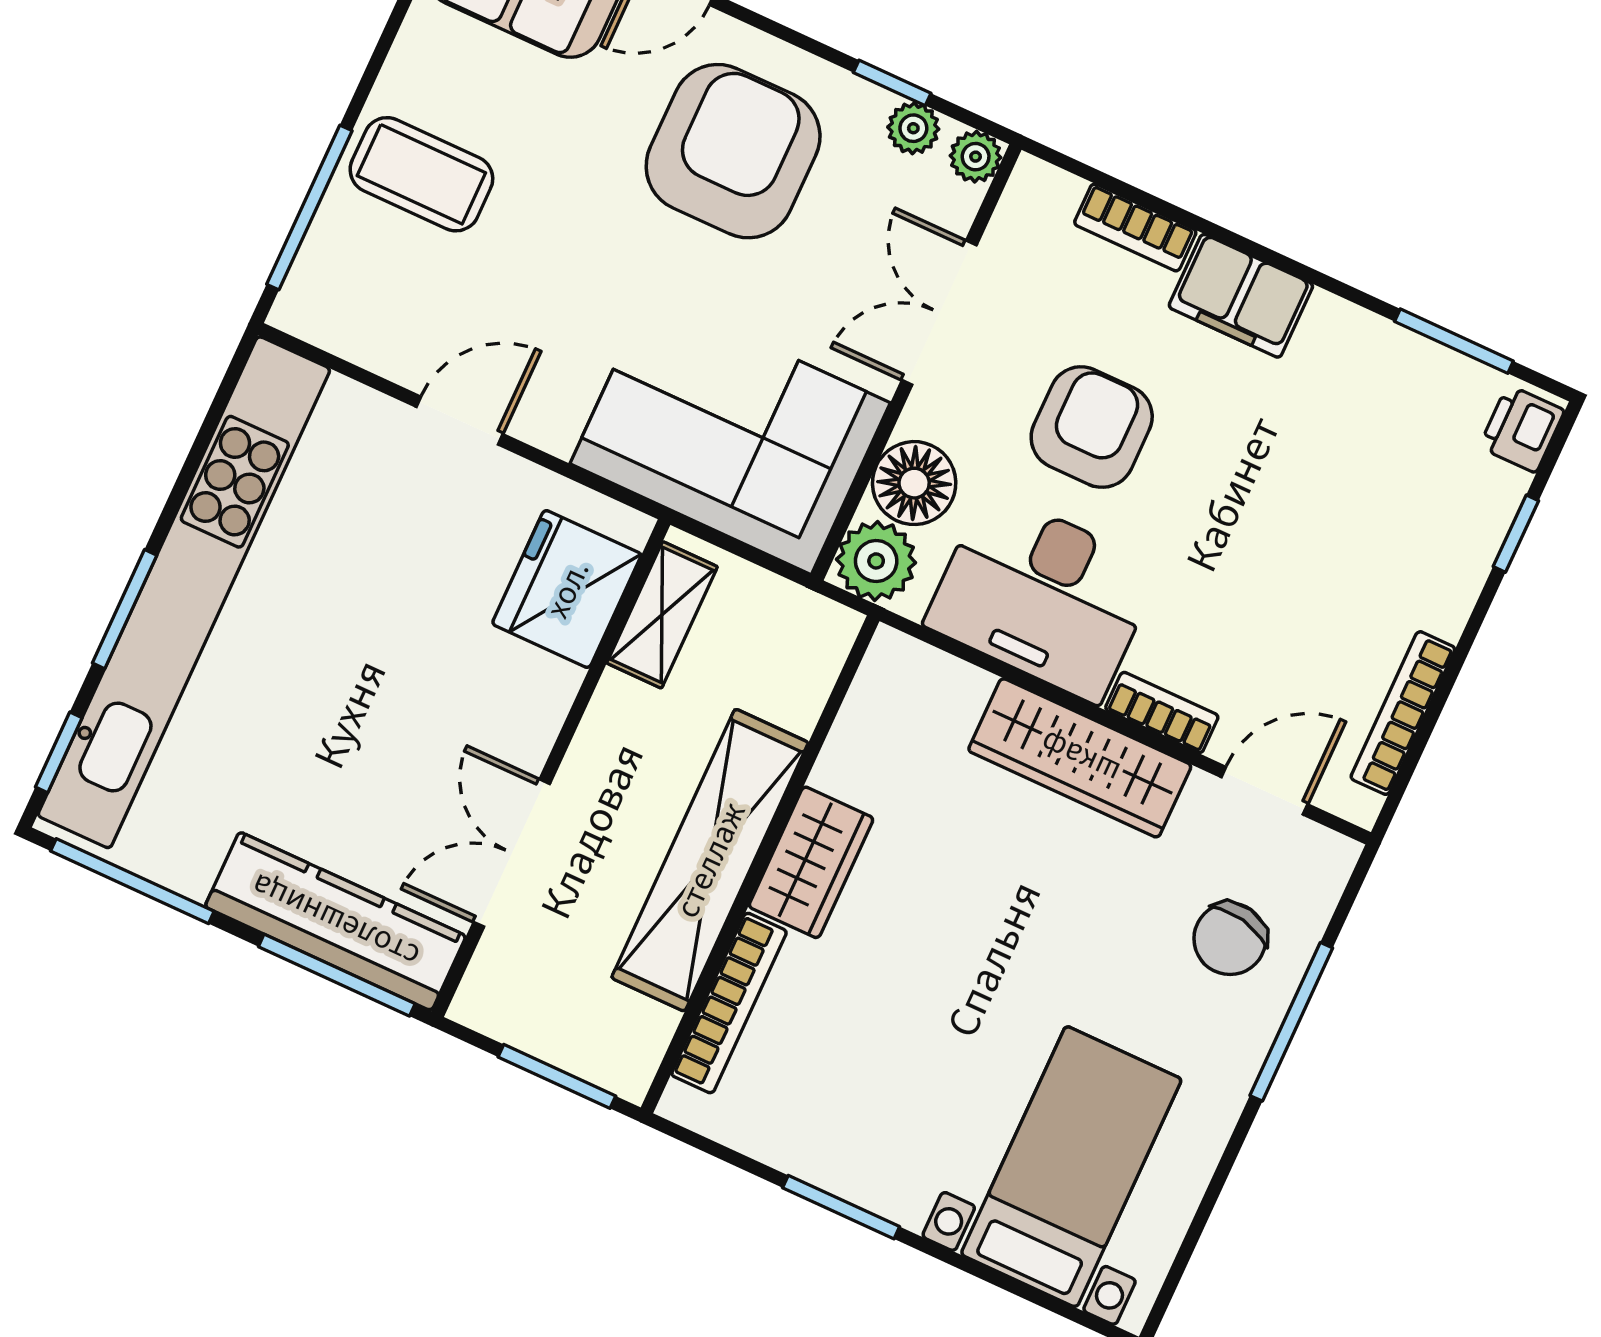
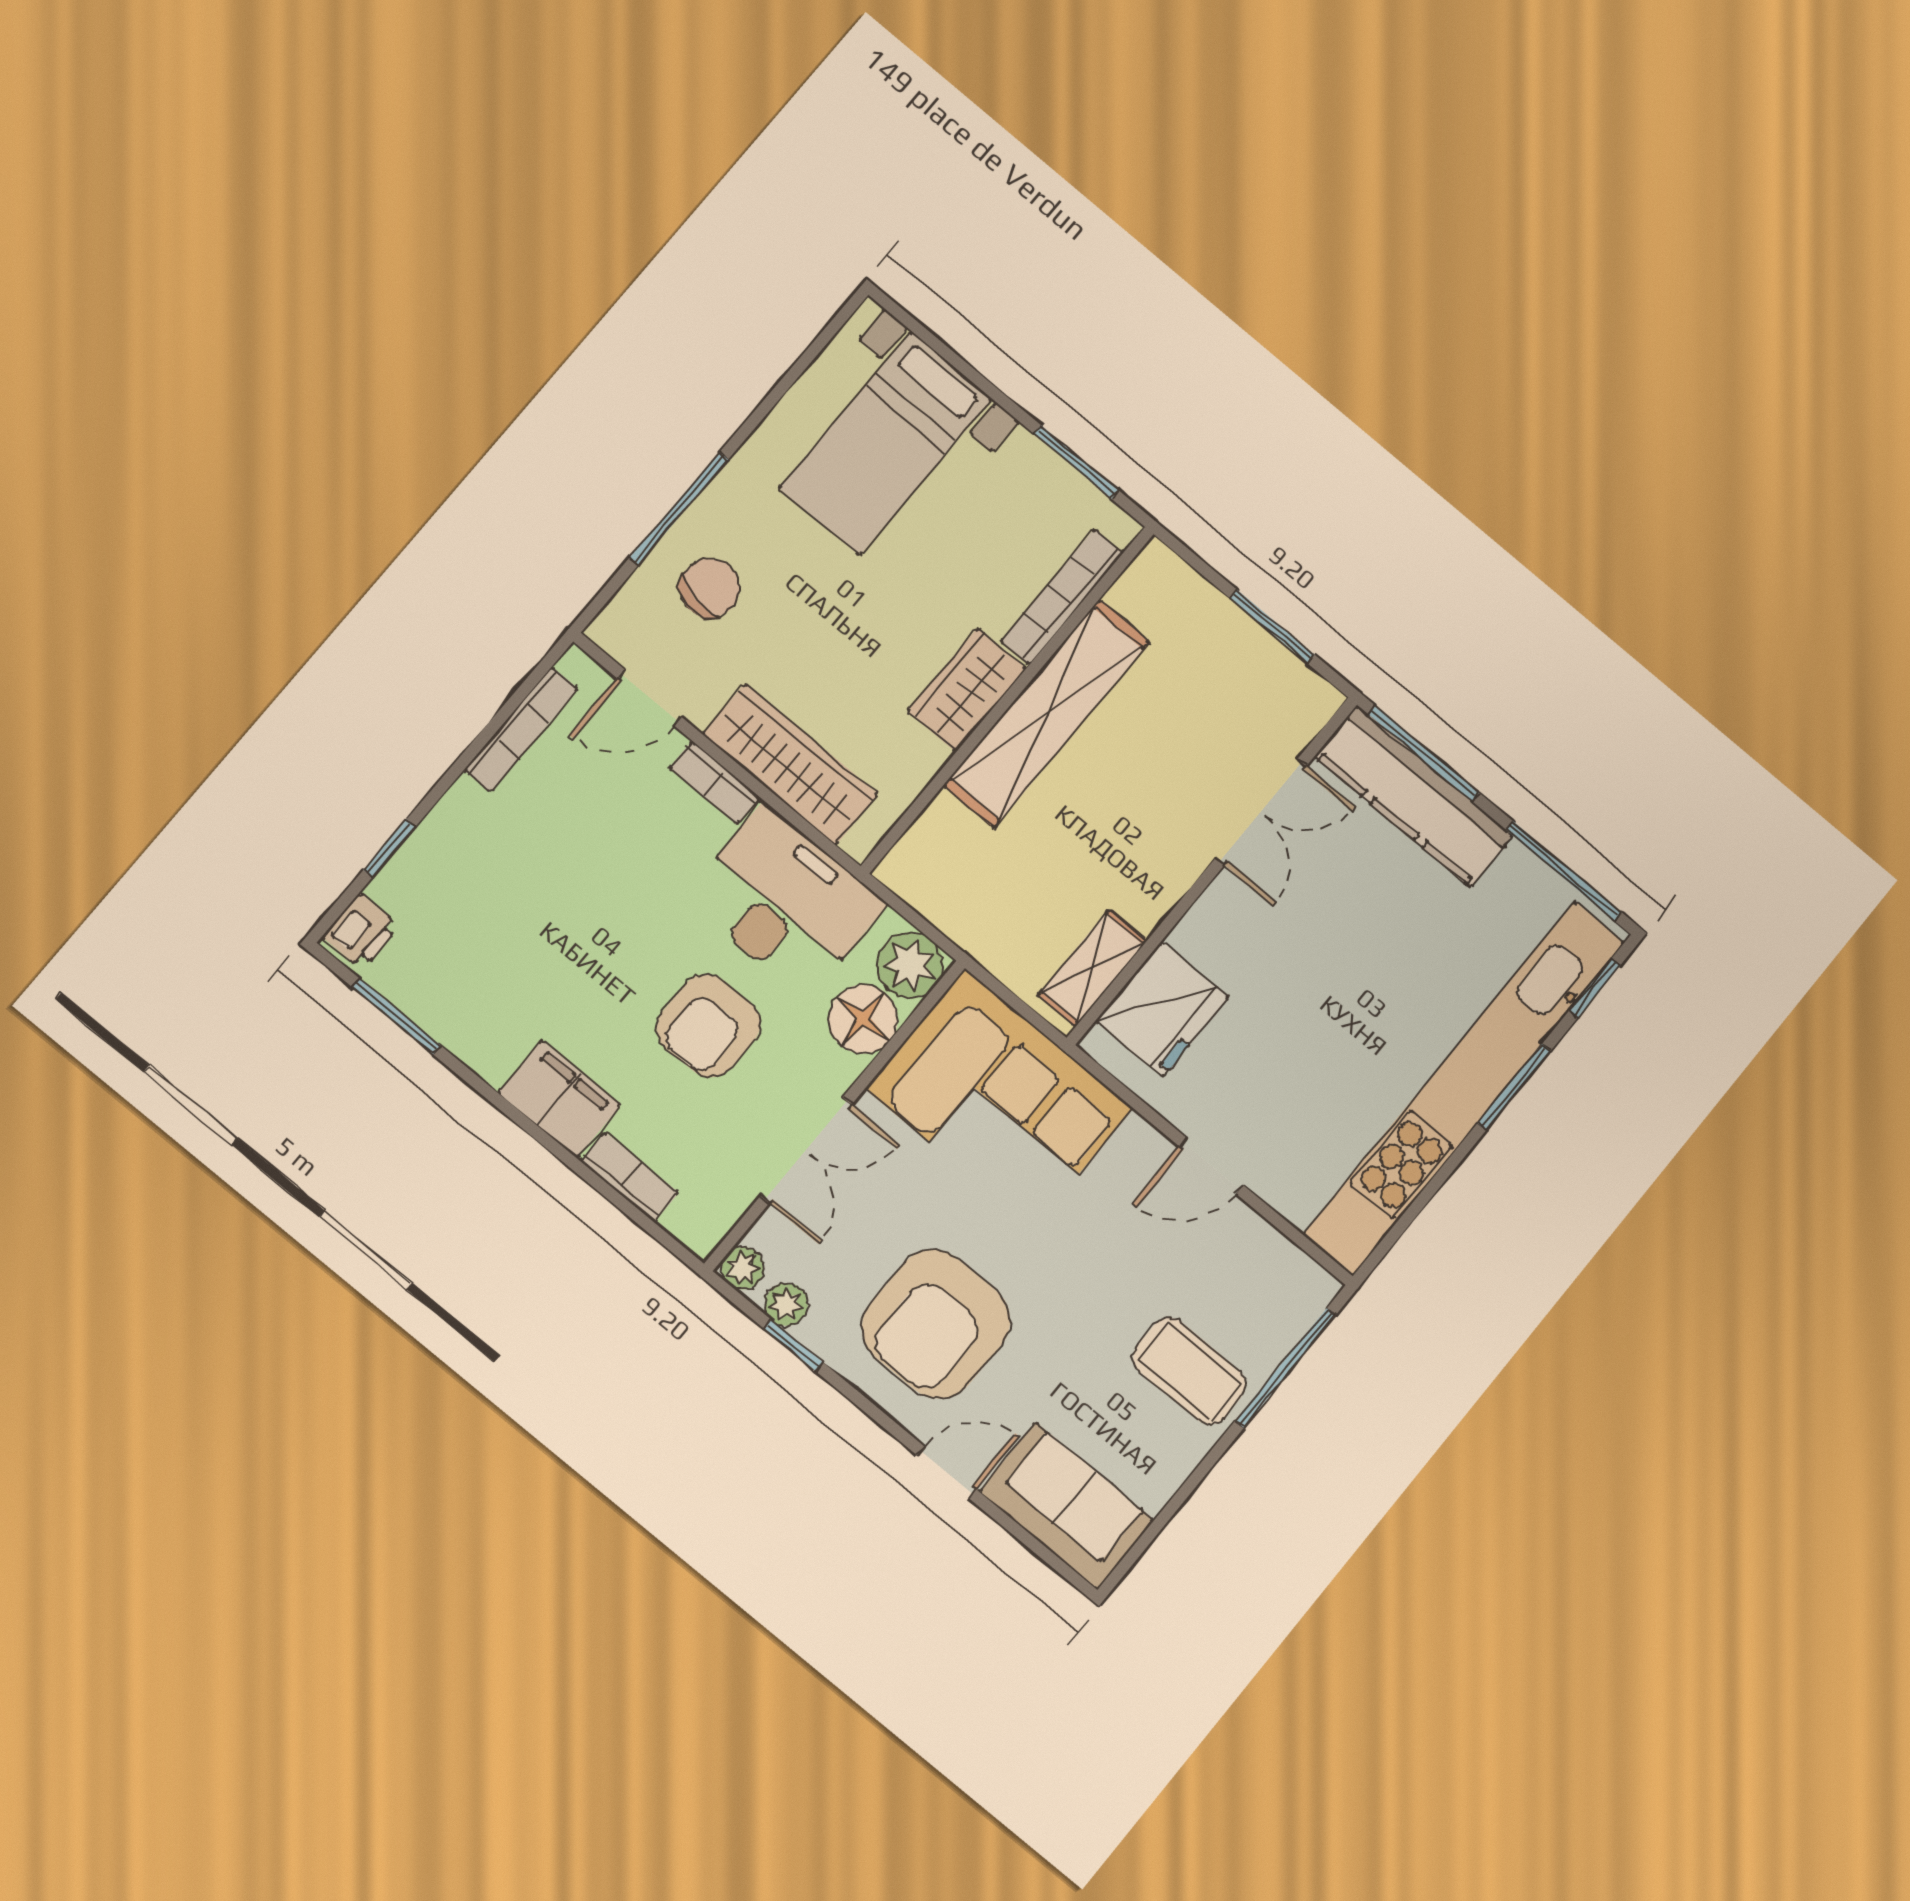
shelving: (710, 860) -> (1047, 713), moved
wardrobe: (811, 862) -> (967, 690), moved
wall: (760, 864) -> (1008, 699), moved
bookcase: (729, 1003) -> (1062, 597), moved

